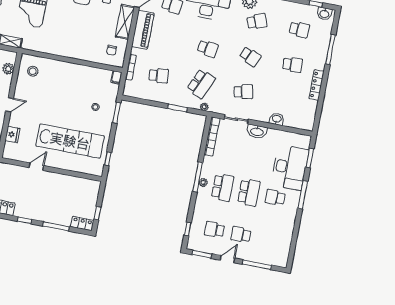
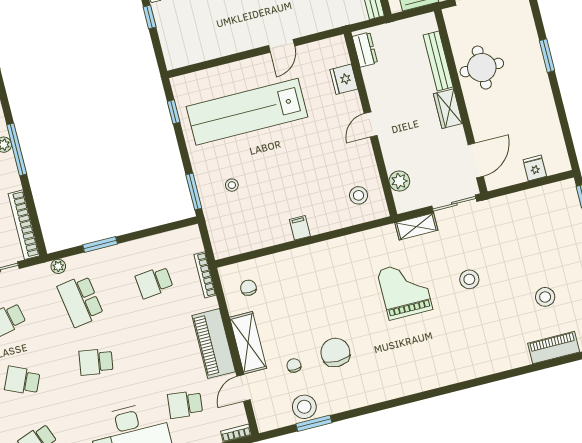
filing cabinet: (116, 77) -> (300, 228), moved
school desk: (201, 84) -> (81, 301), turned -33

